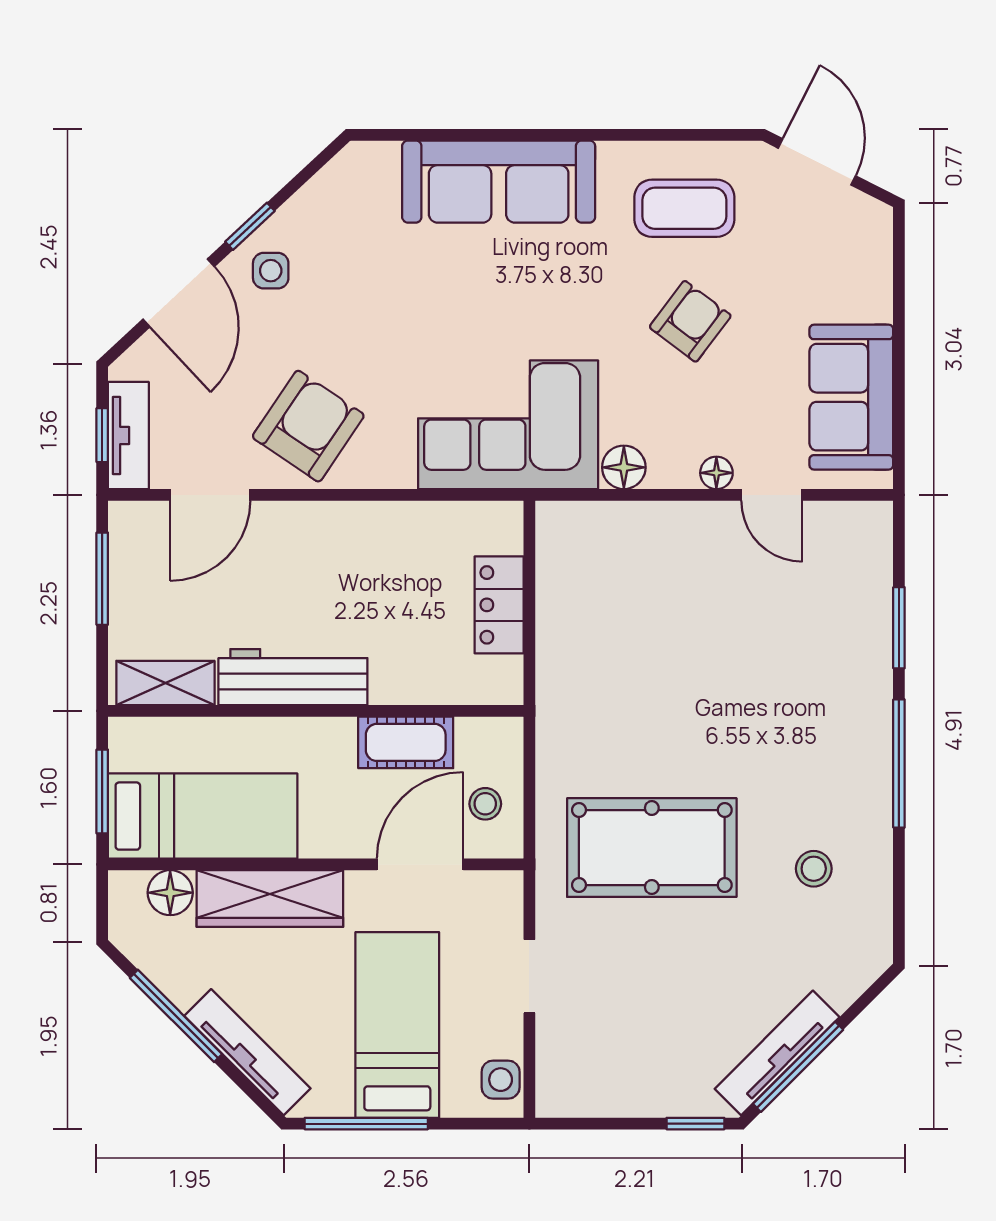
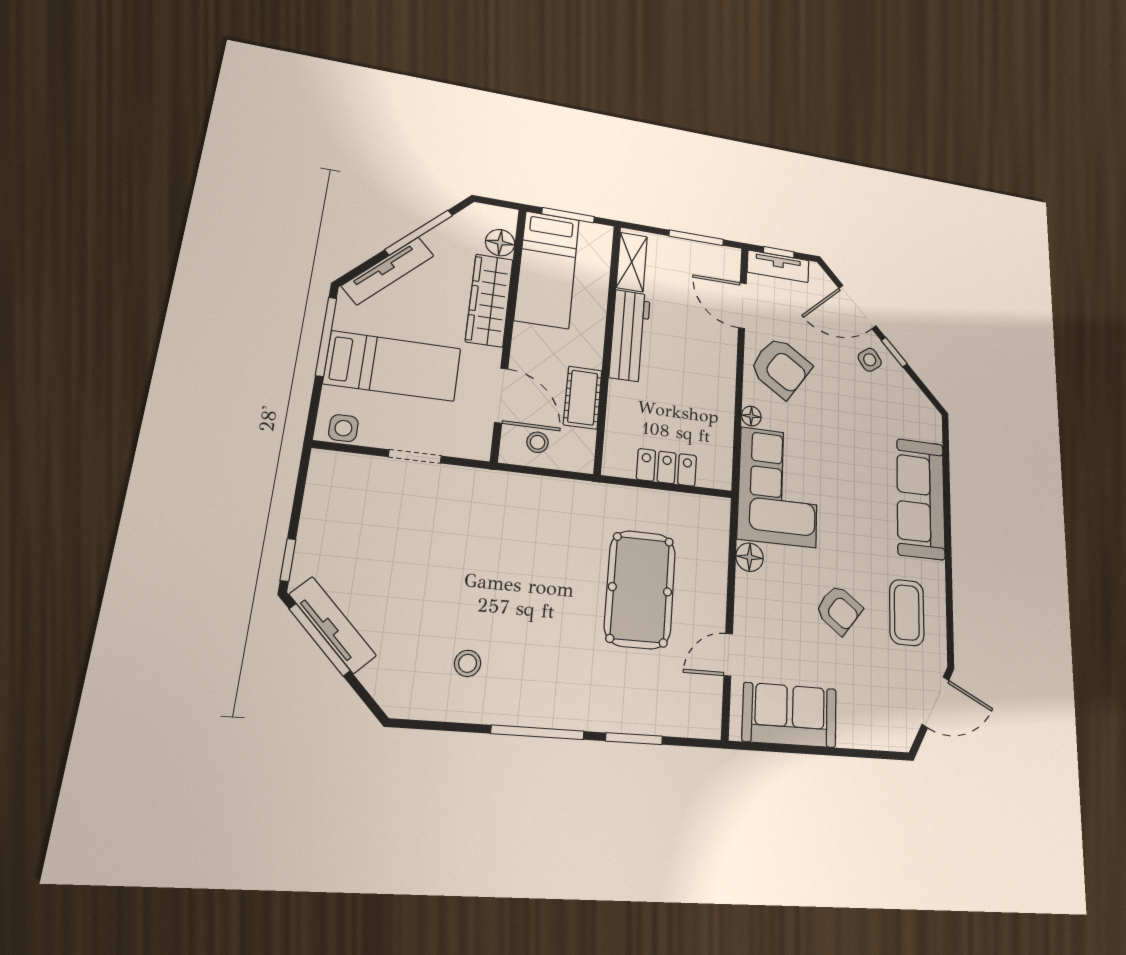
side table: (271, 271) -> (870, 360), turned -36
floor lamp: (716, 473) -> (751, 416), moved
pool table: (652, 848) -> (640, 589), moved

